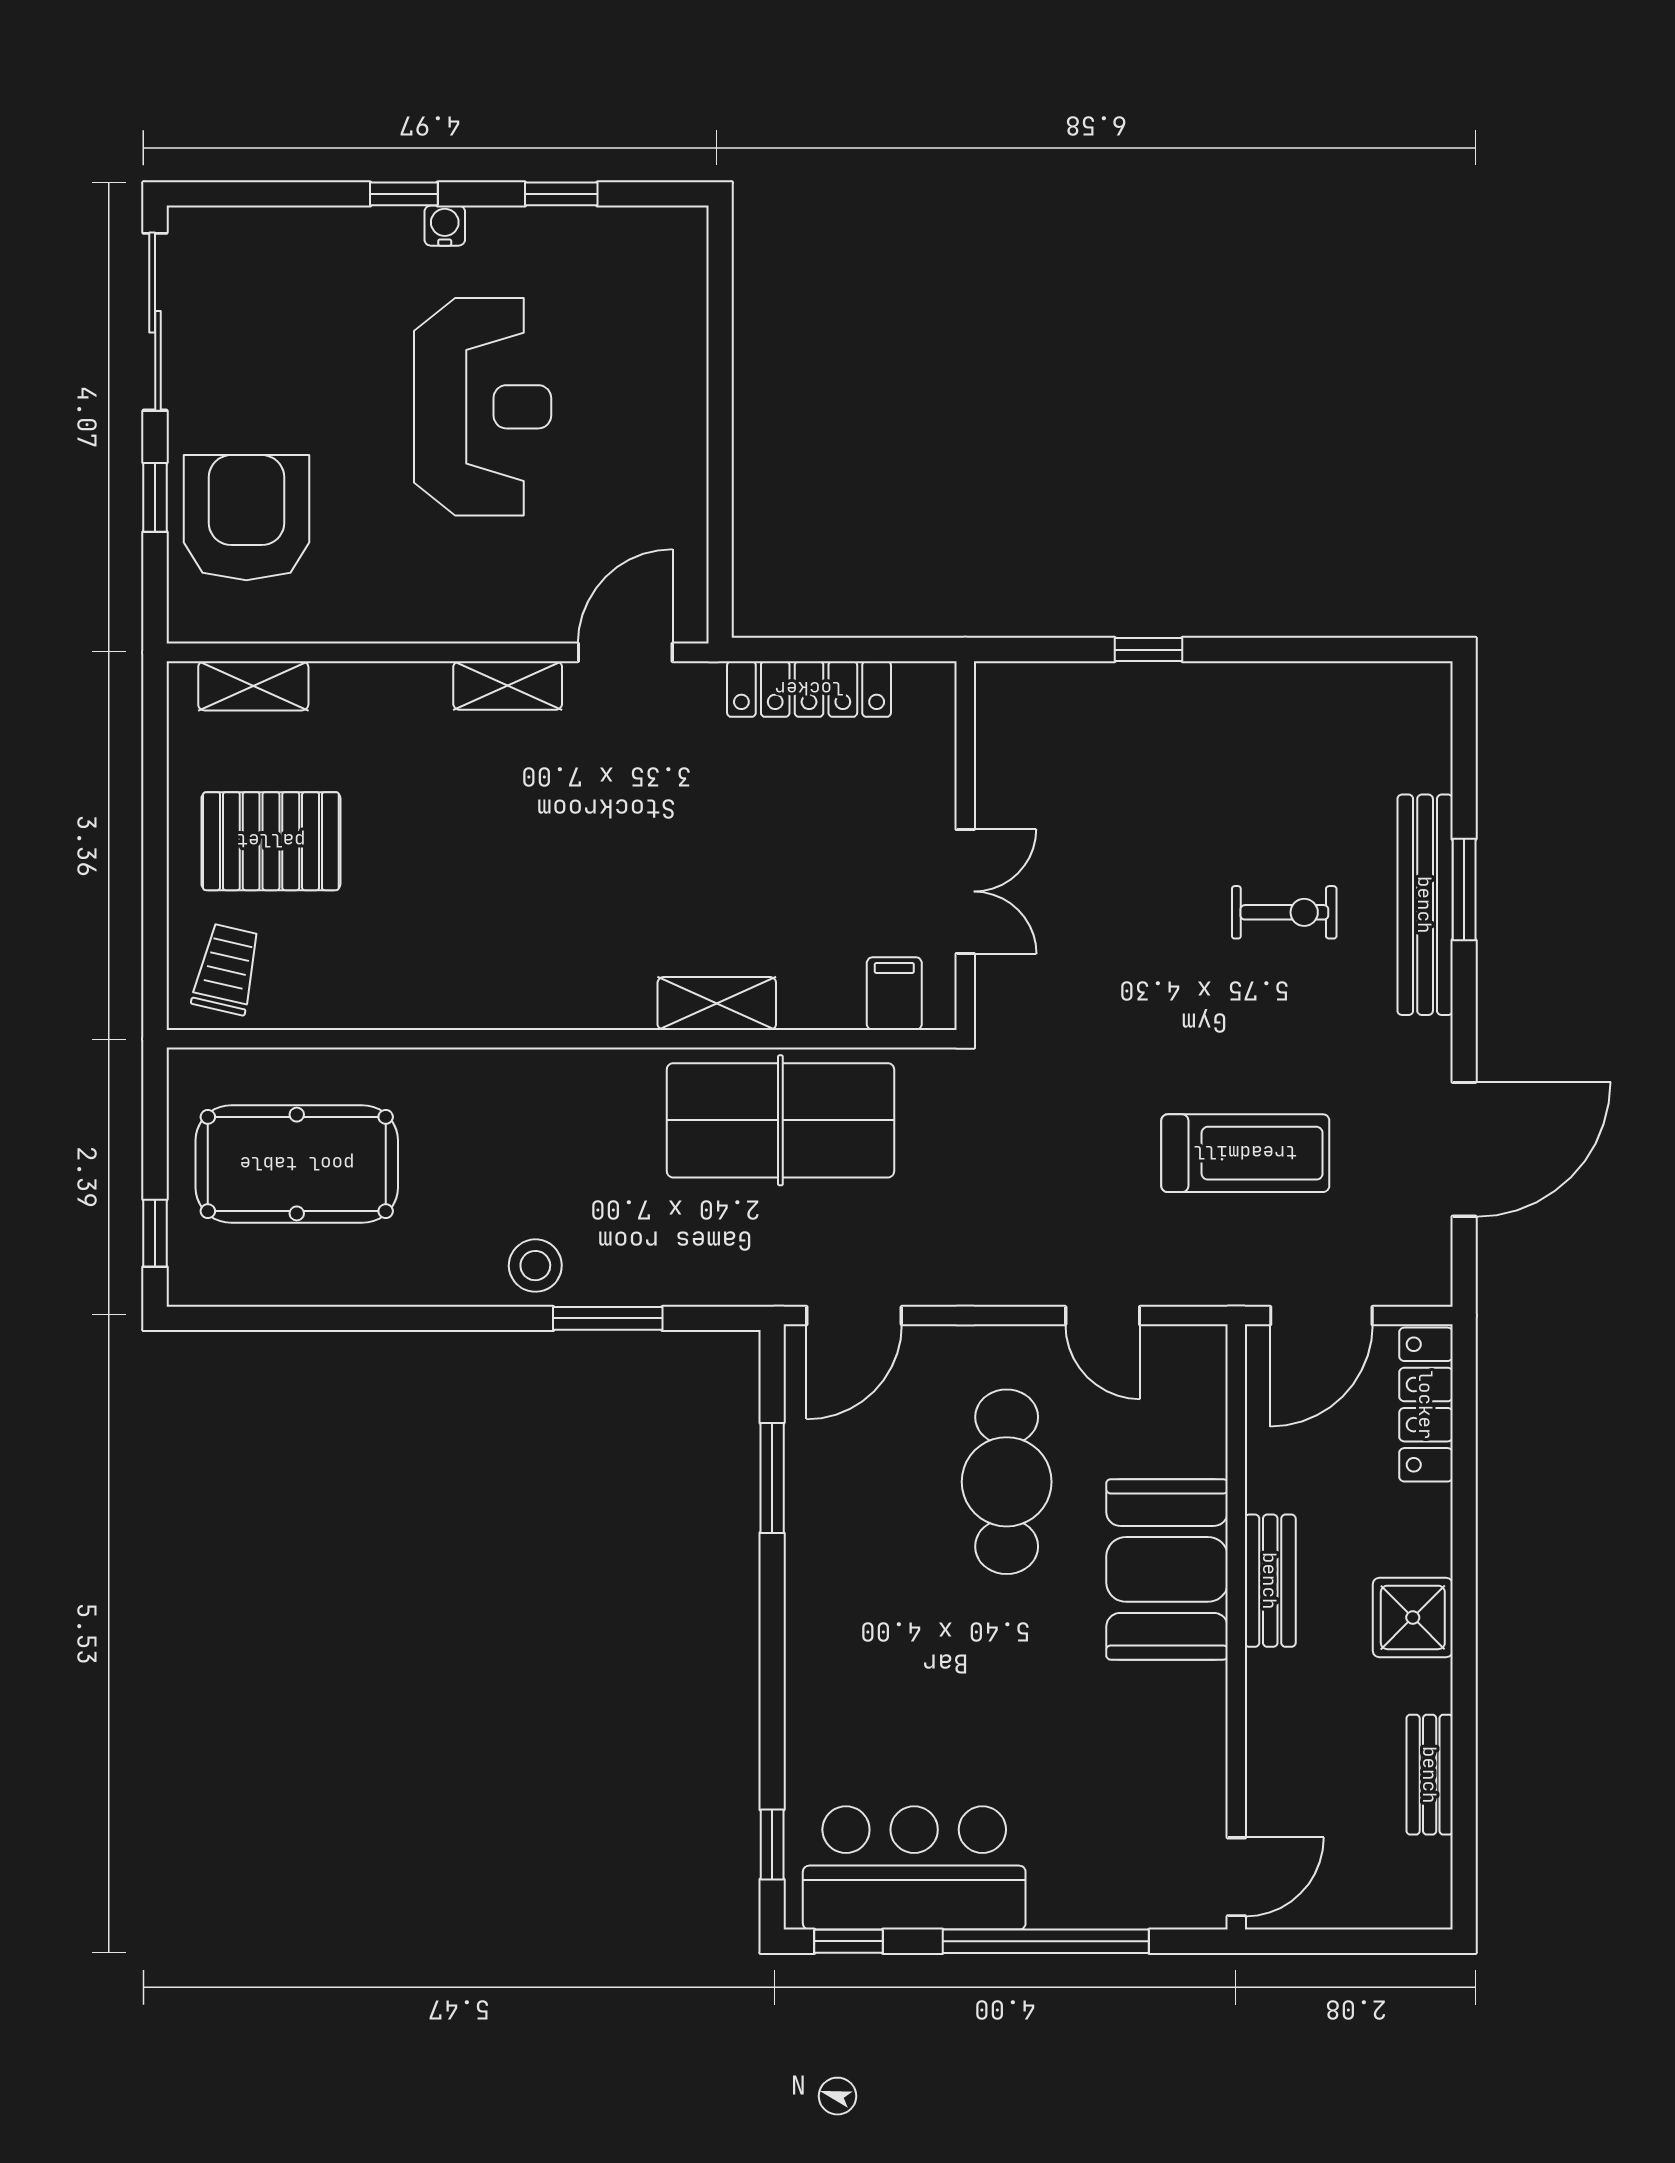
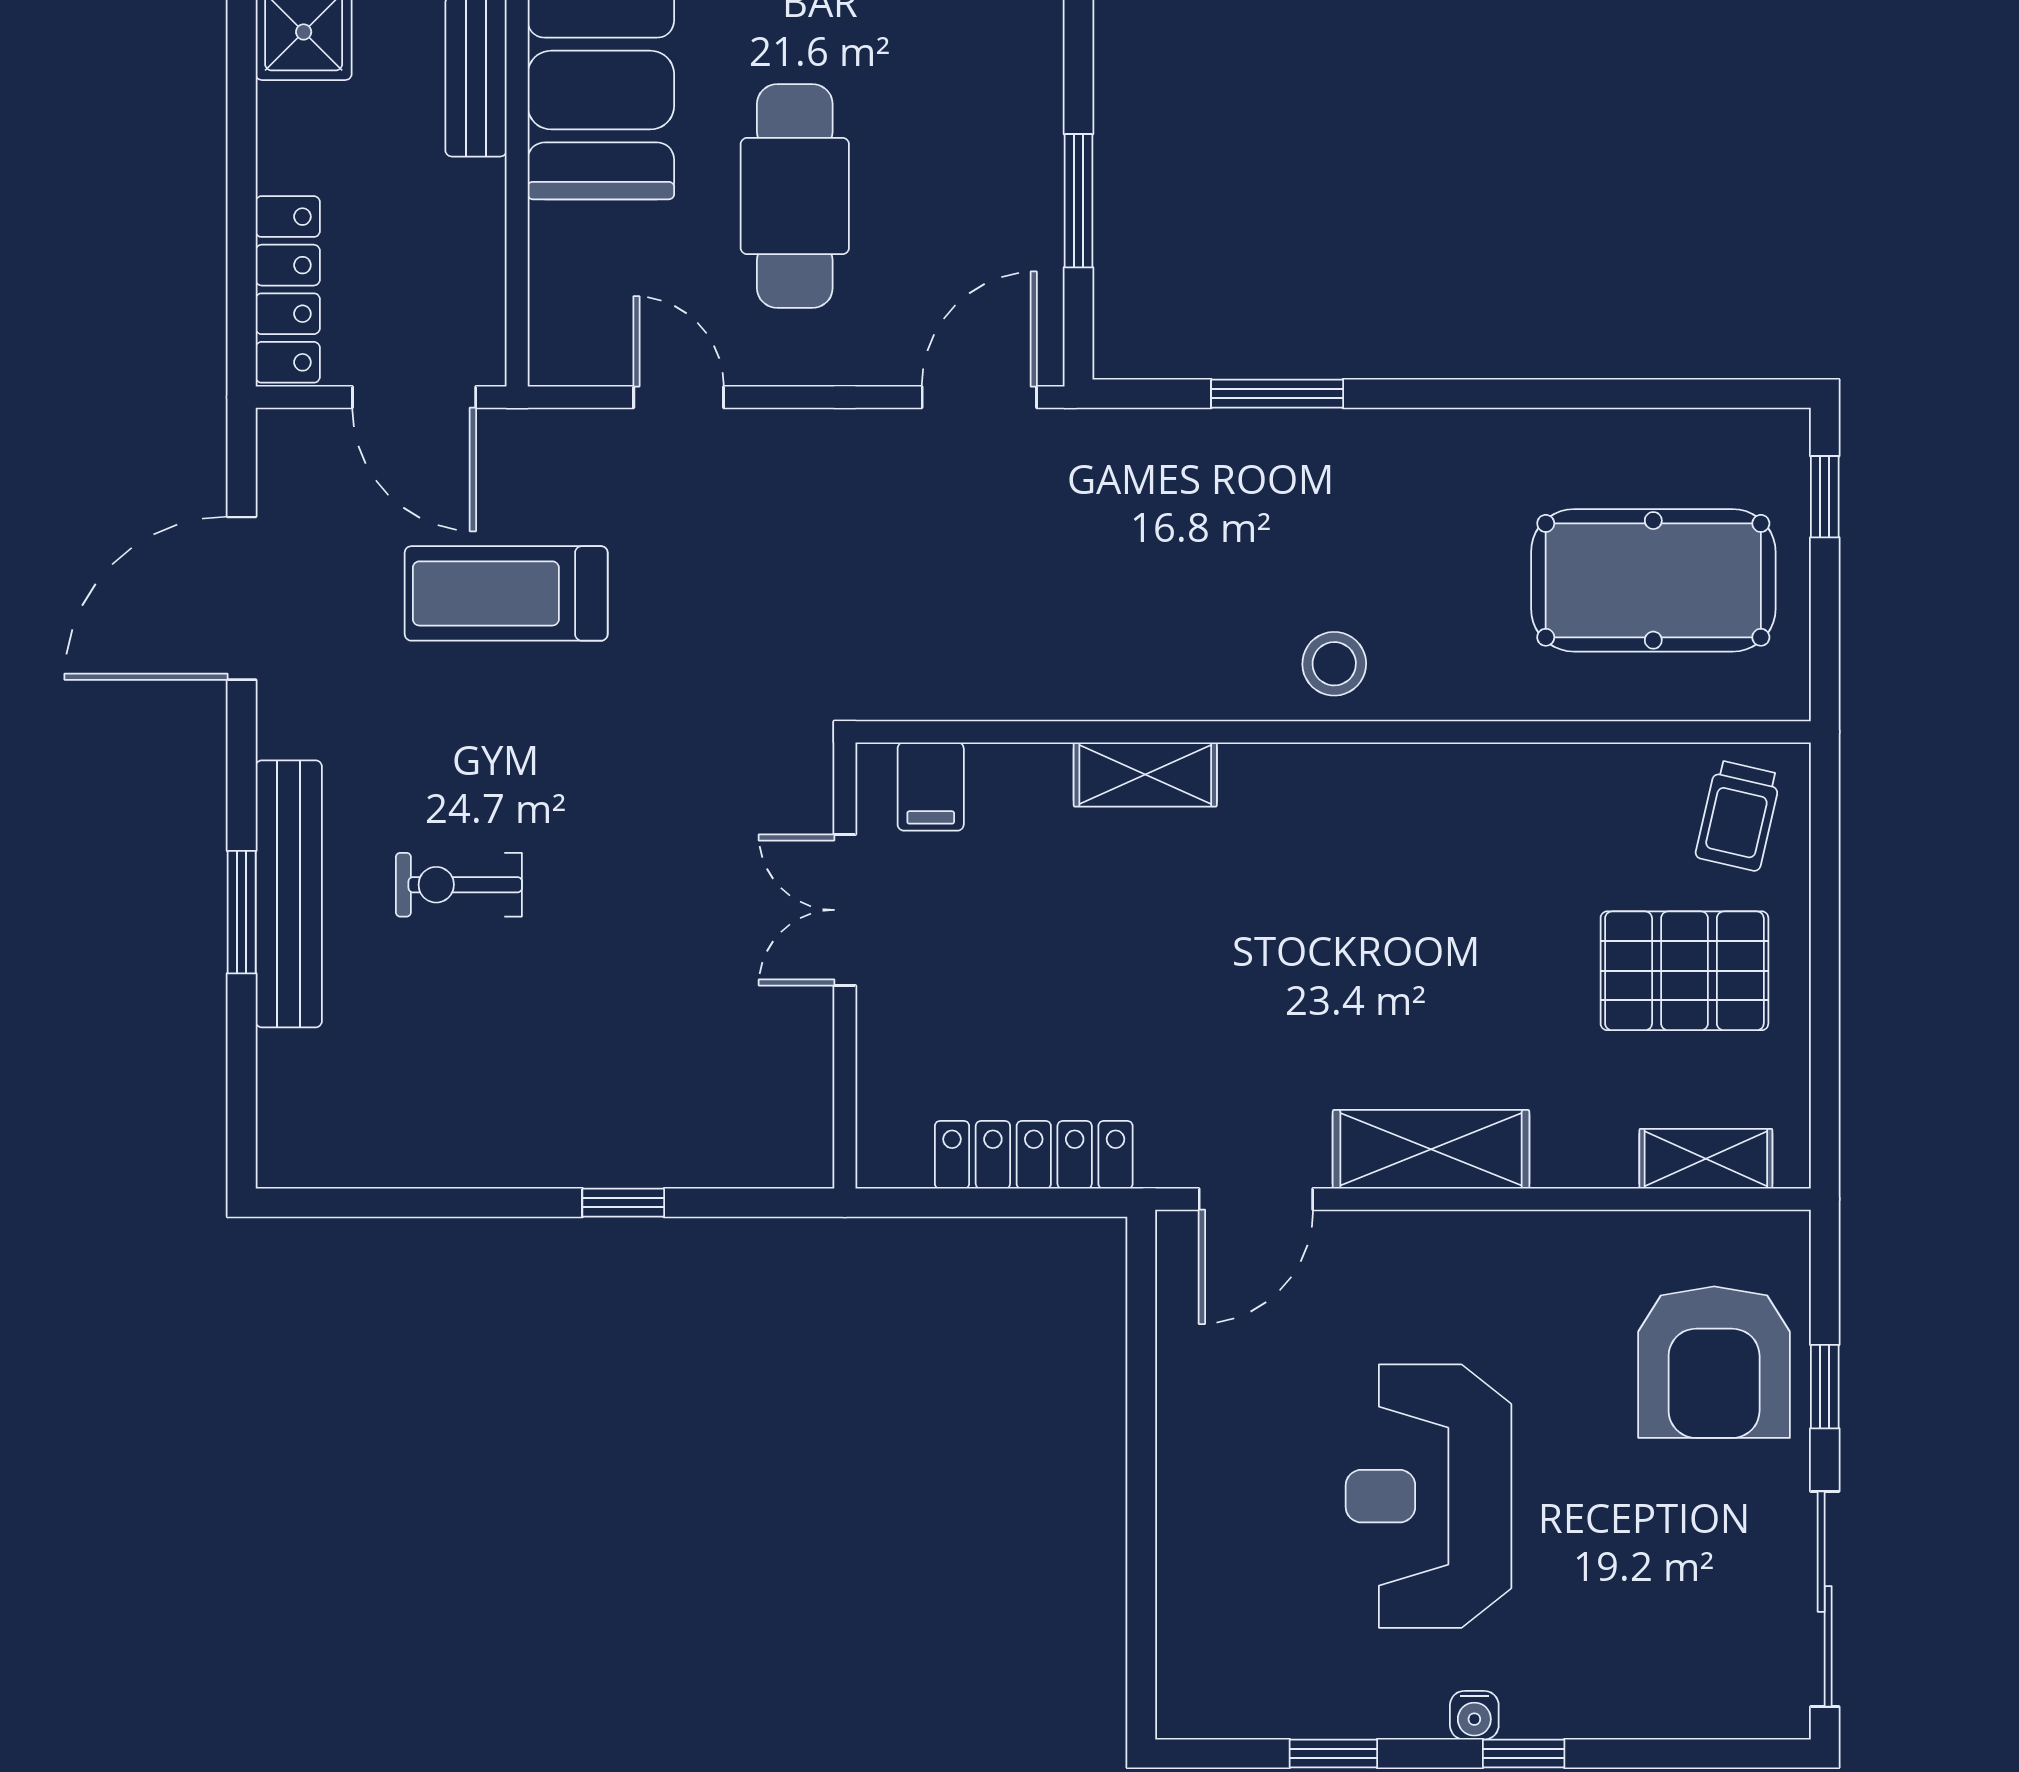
shelving: (508, 685) -> (1431, 1149), width x1.50, depth x1.33
table tennis table: (780, 1120) -> (1068, 633), removed
stool: (535, 1266) -> (1334, 664), moved
door: (1321, 1316) -> (414, 397), swing flipped

